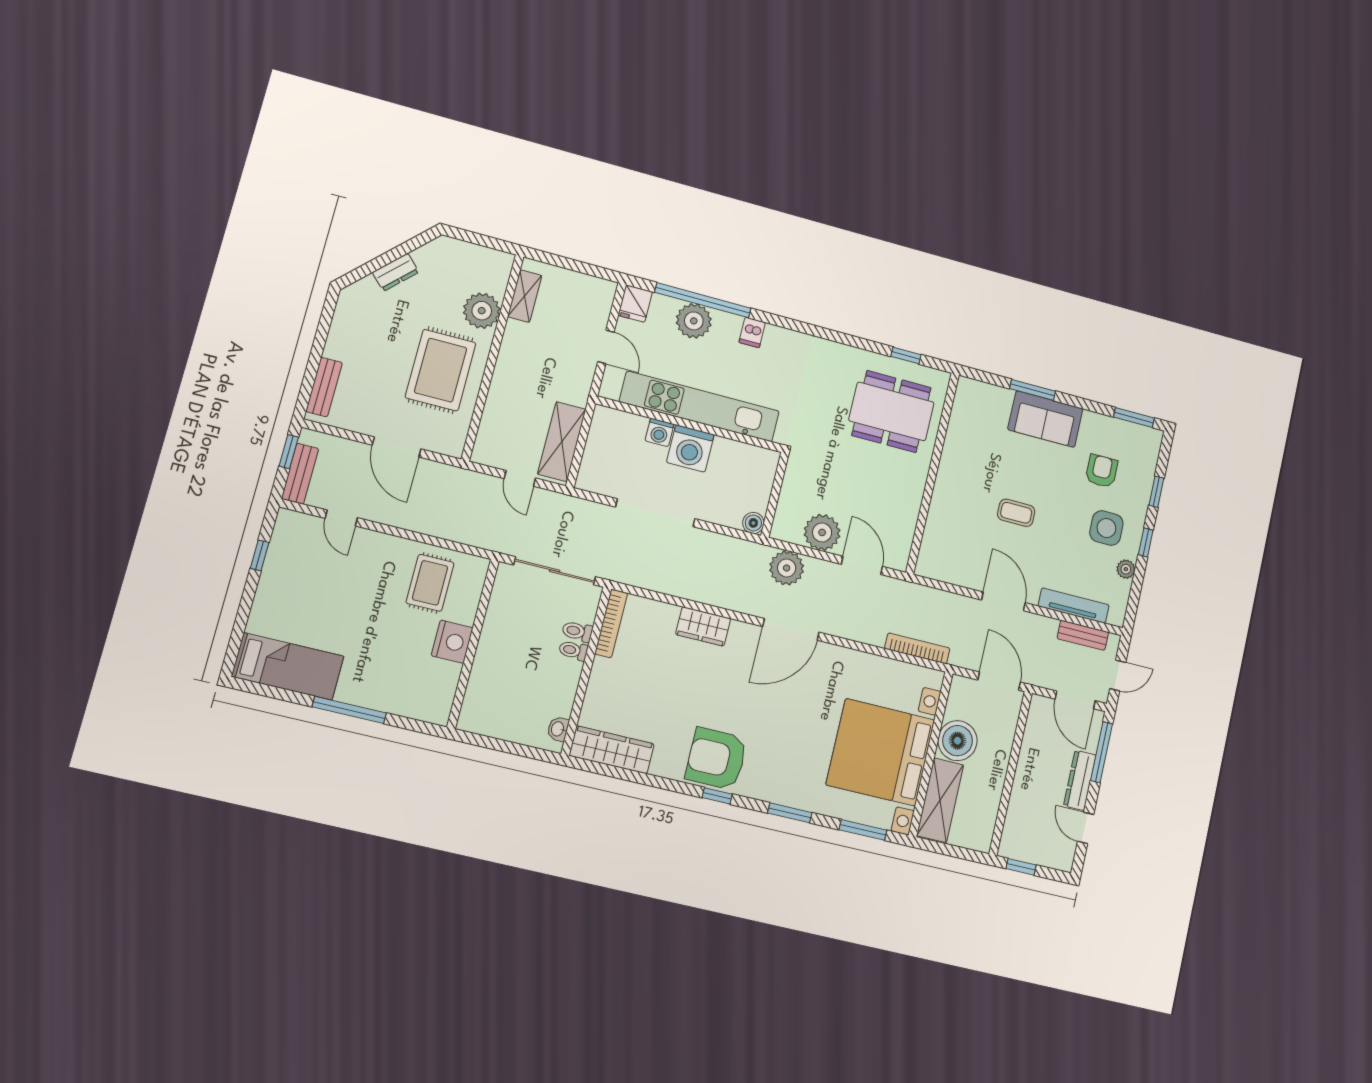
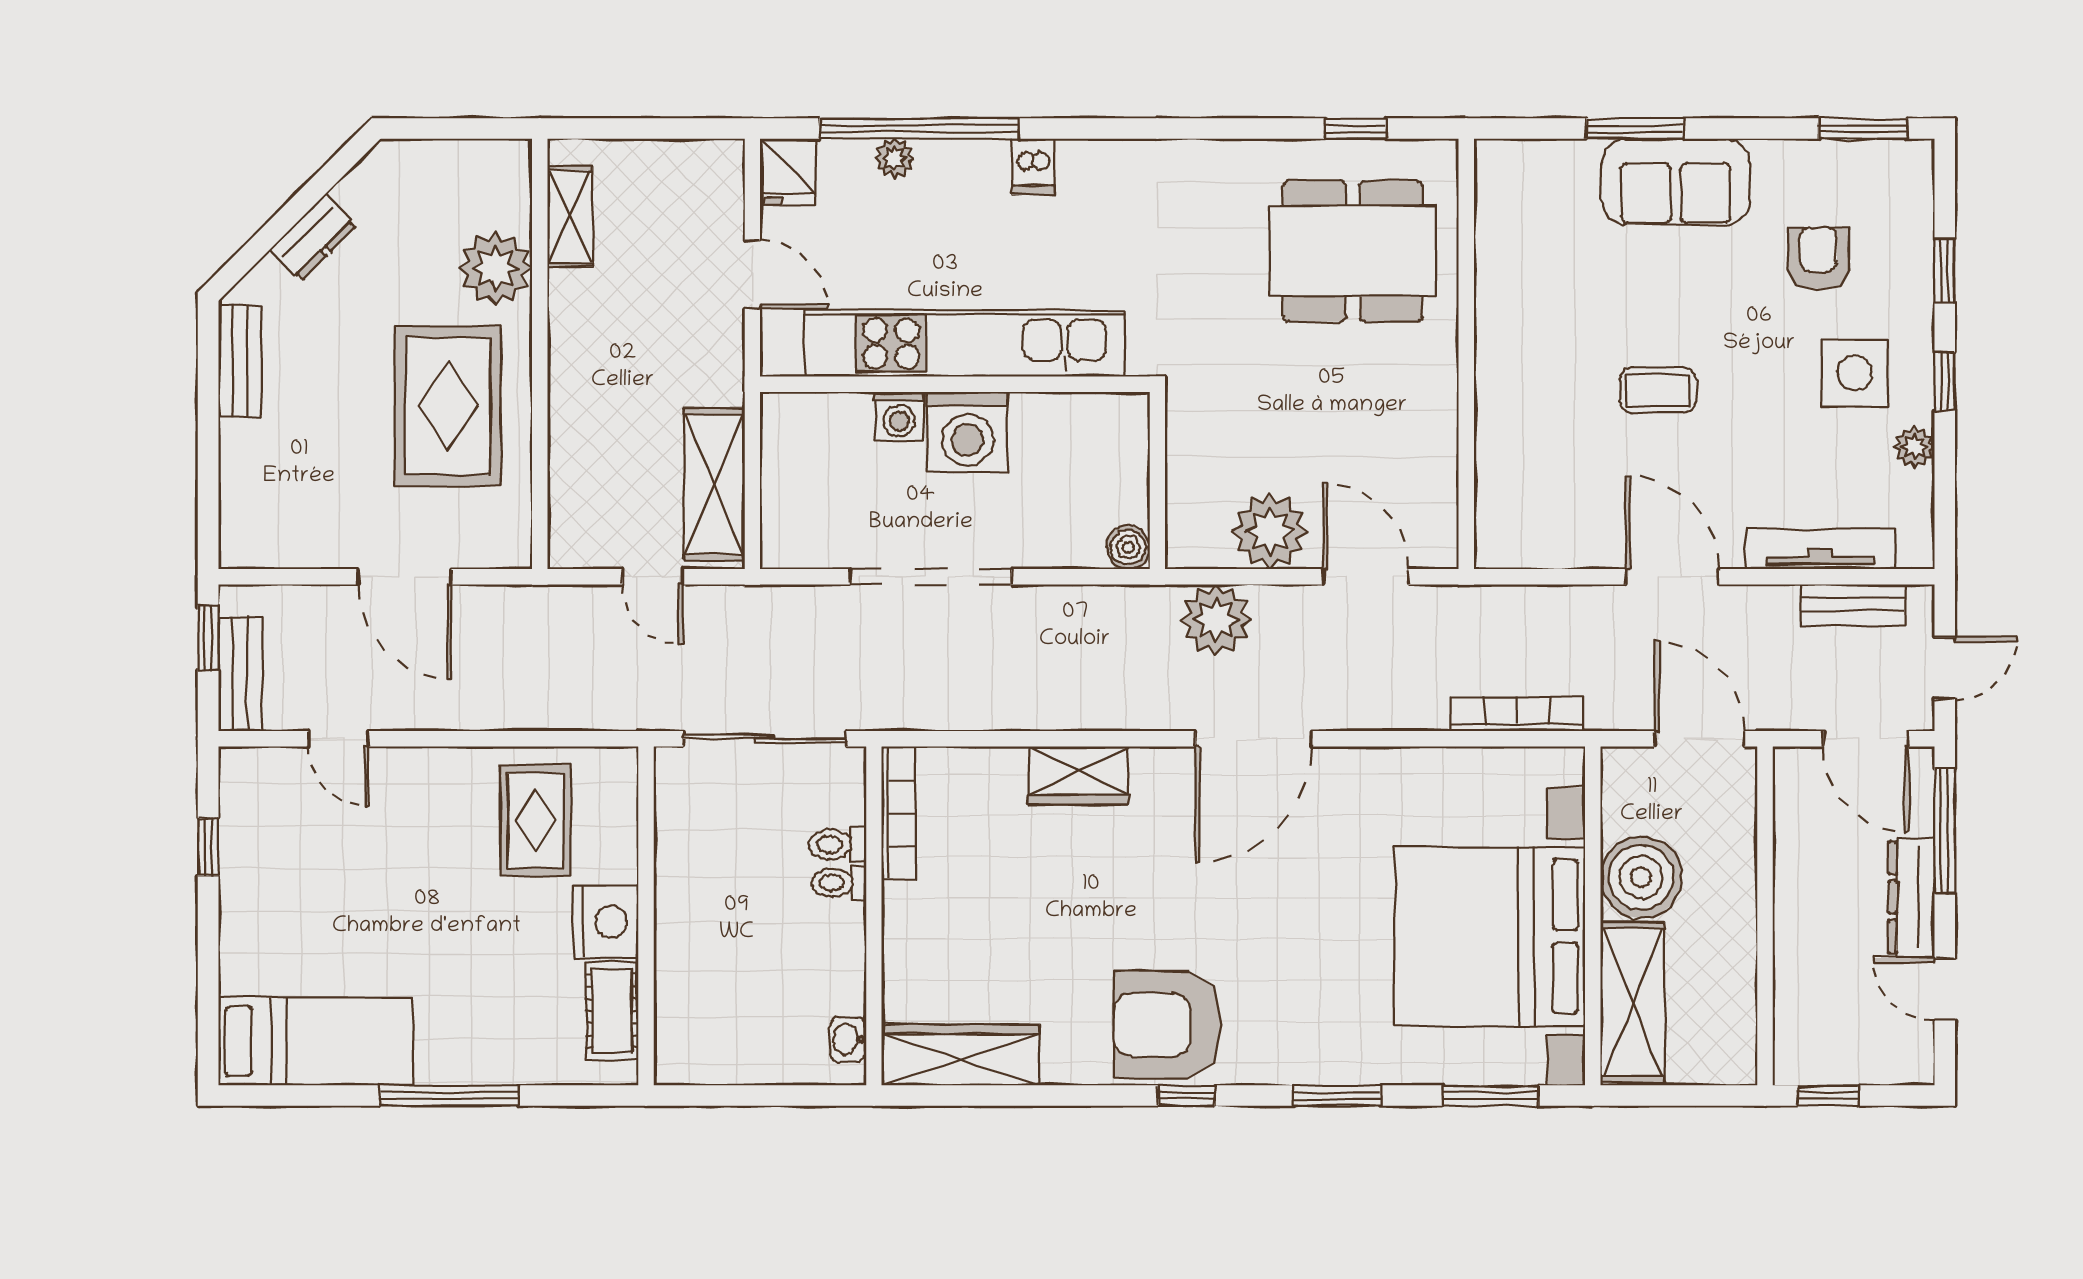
plant: (694, 321) -> (894, 158), width x0.53, depth x0.53
bench: (324, 387) -> (240, 361), moved
cot: (444, 687) -> (612, 1011), added

